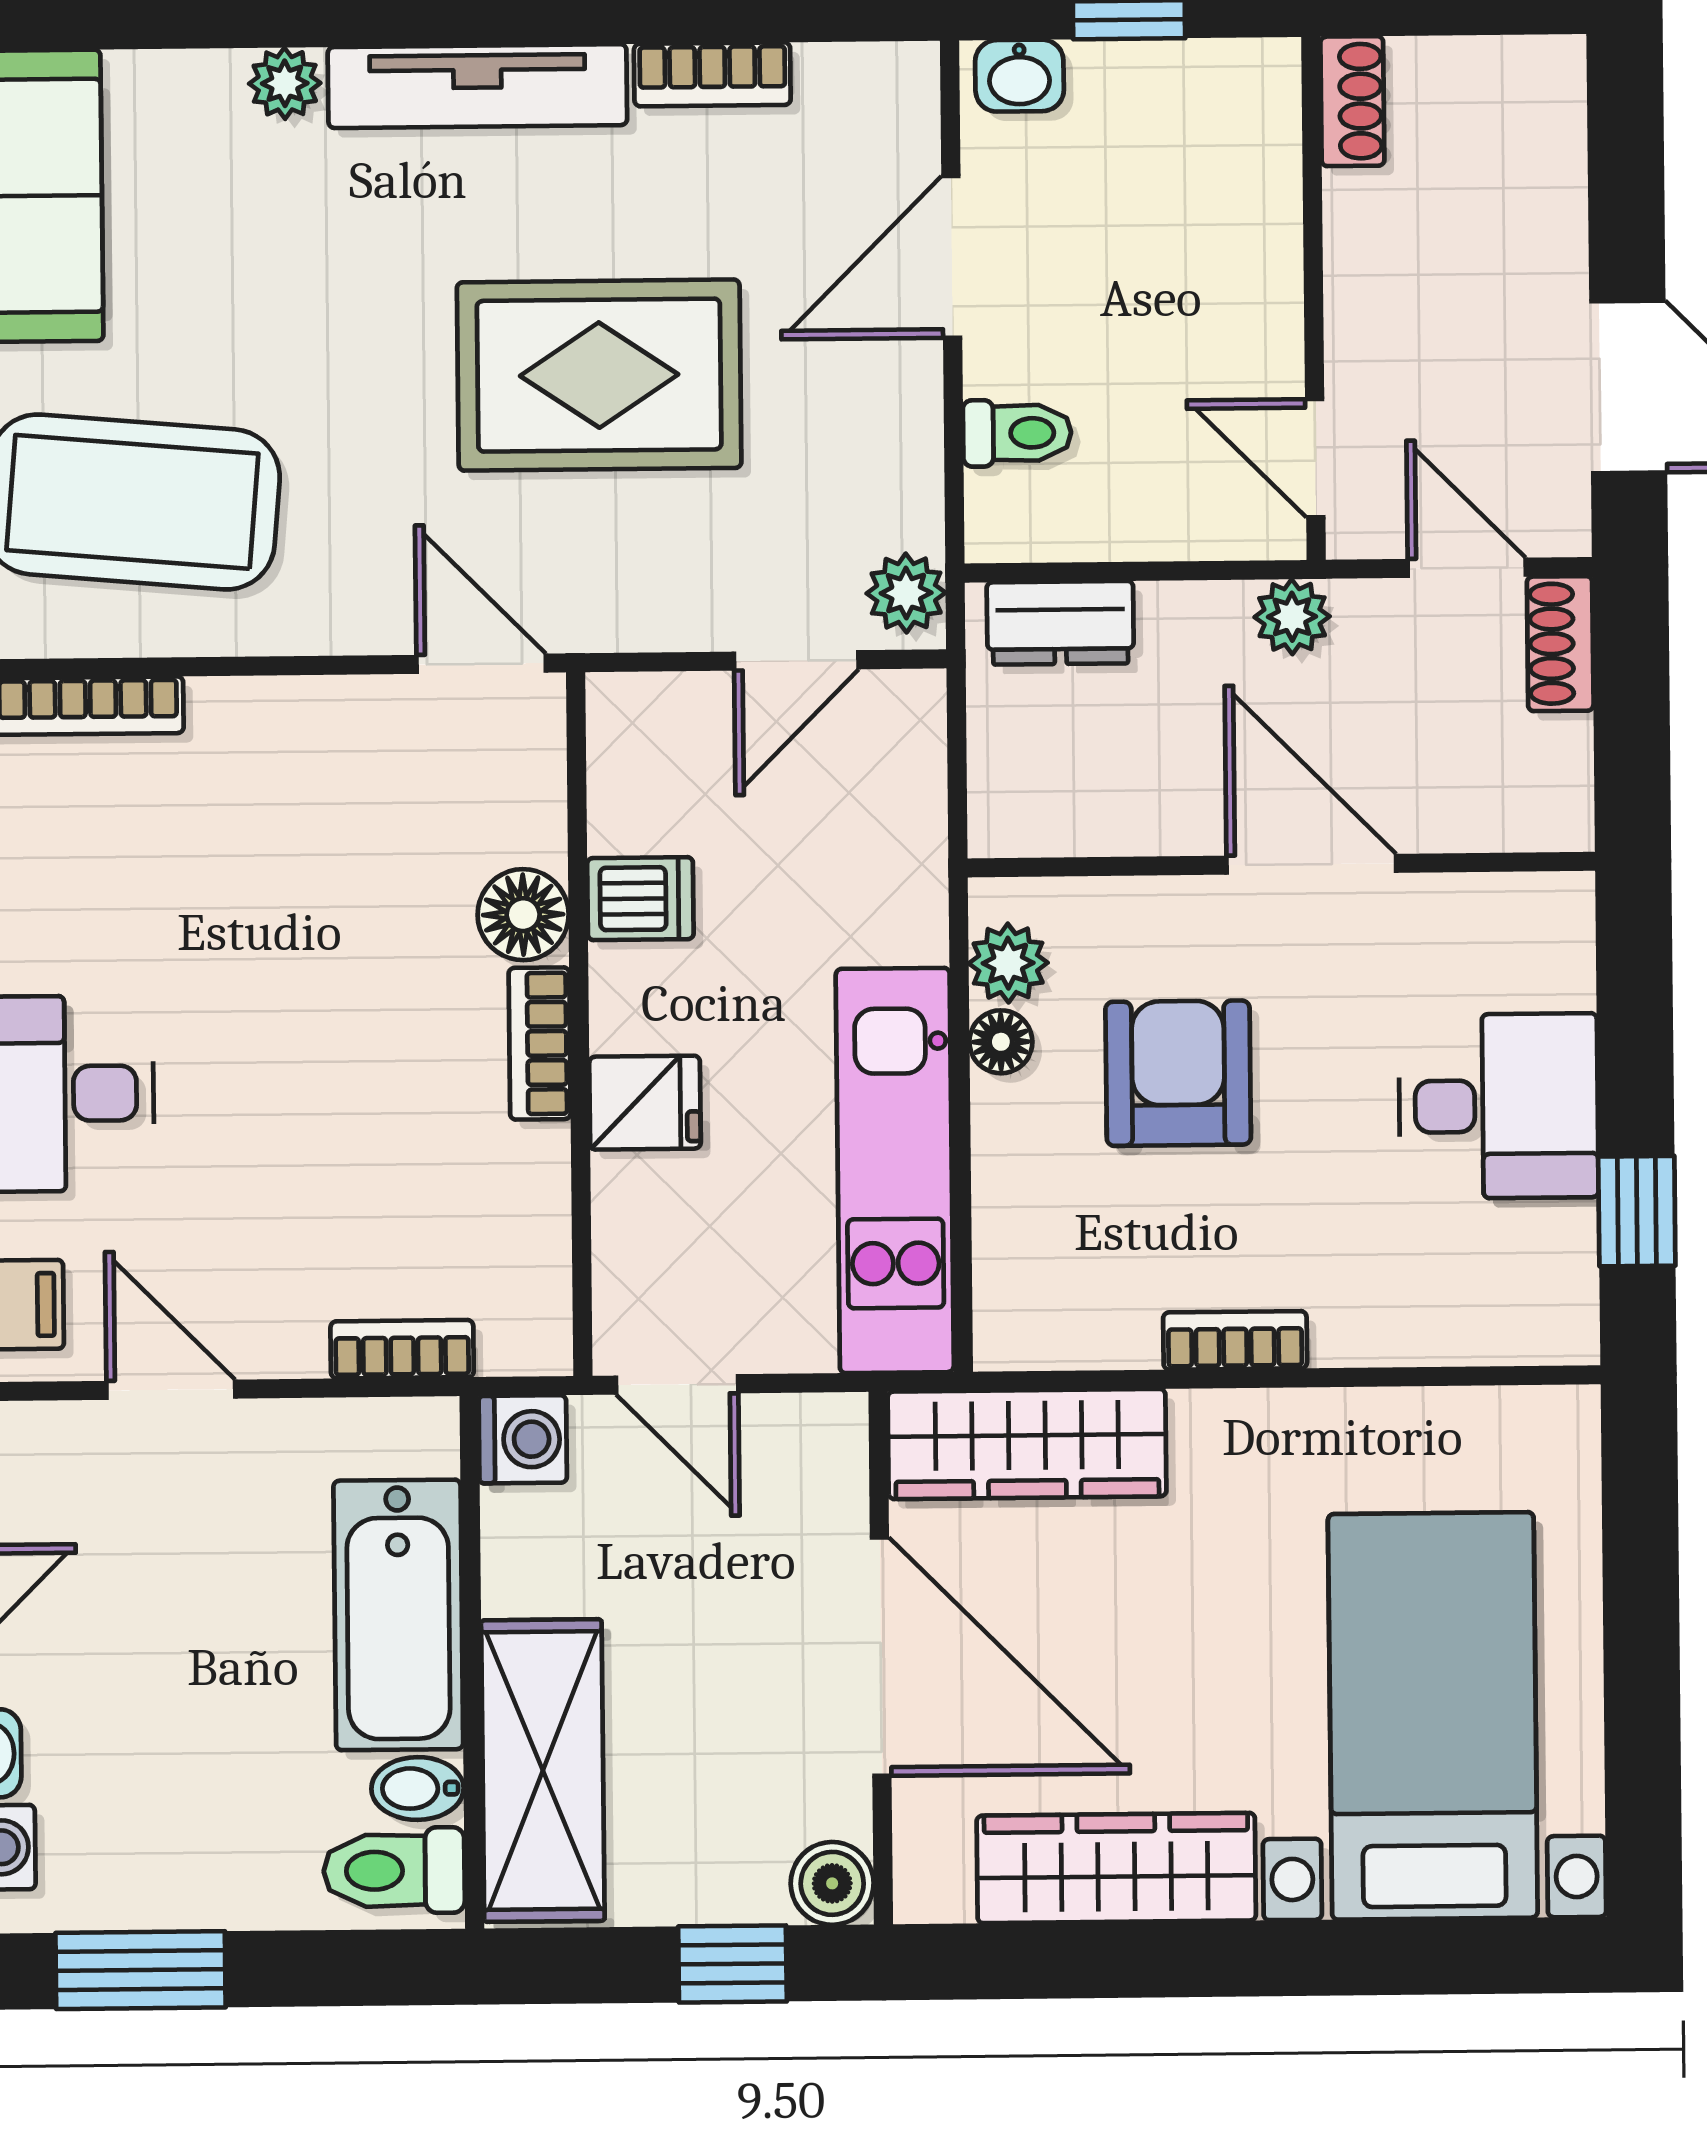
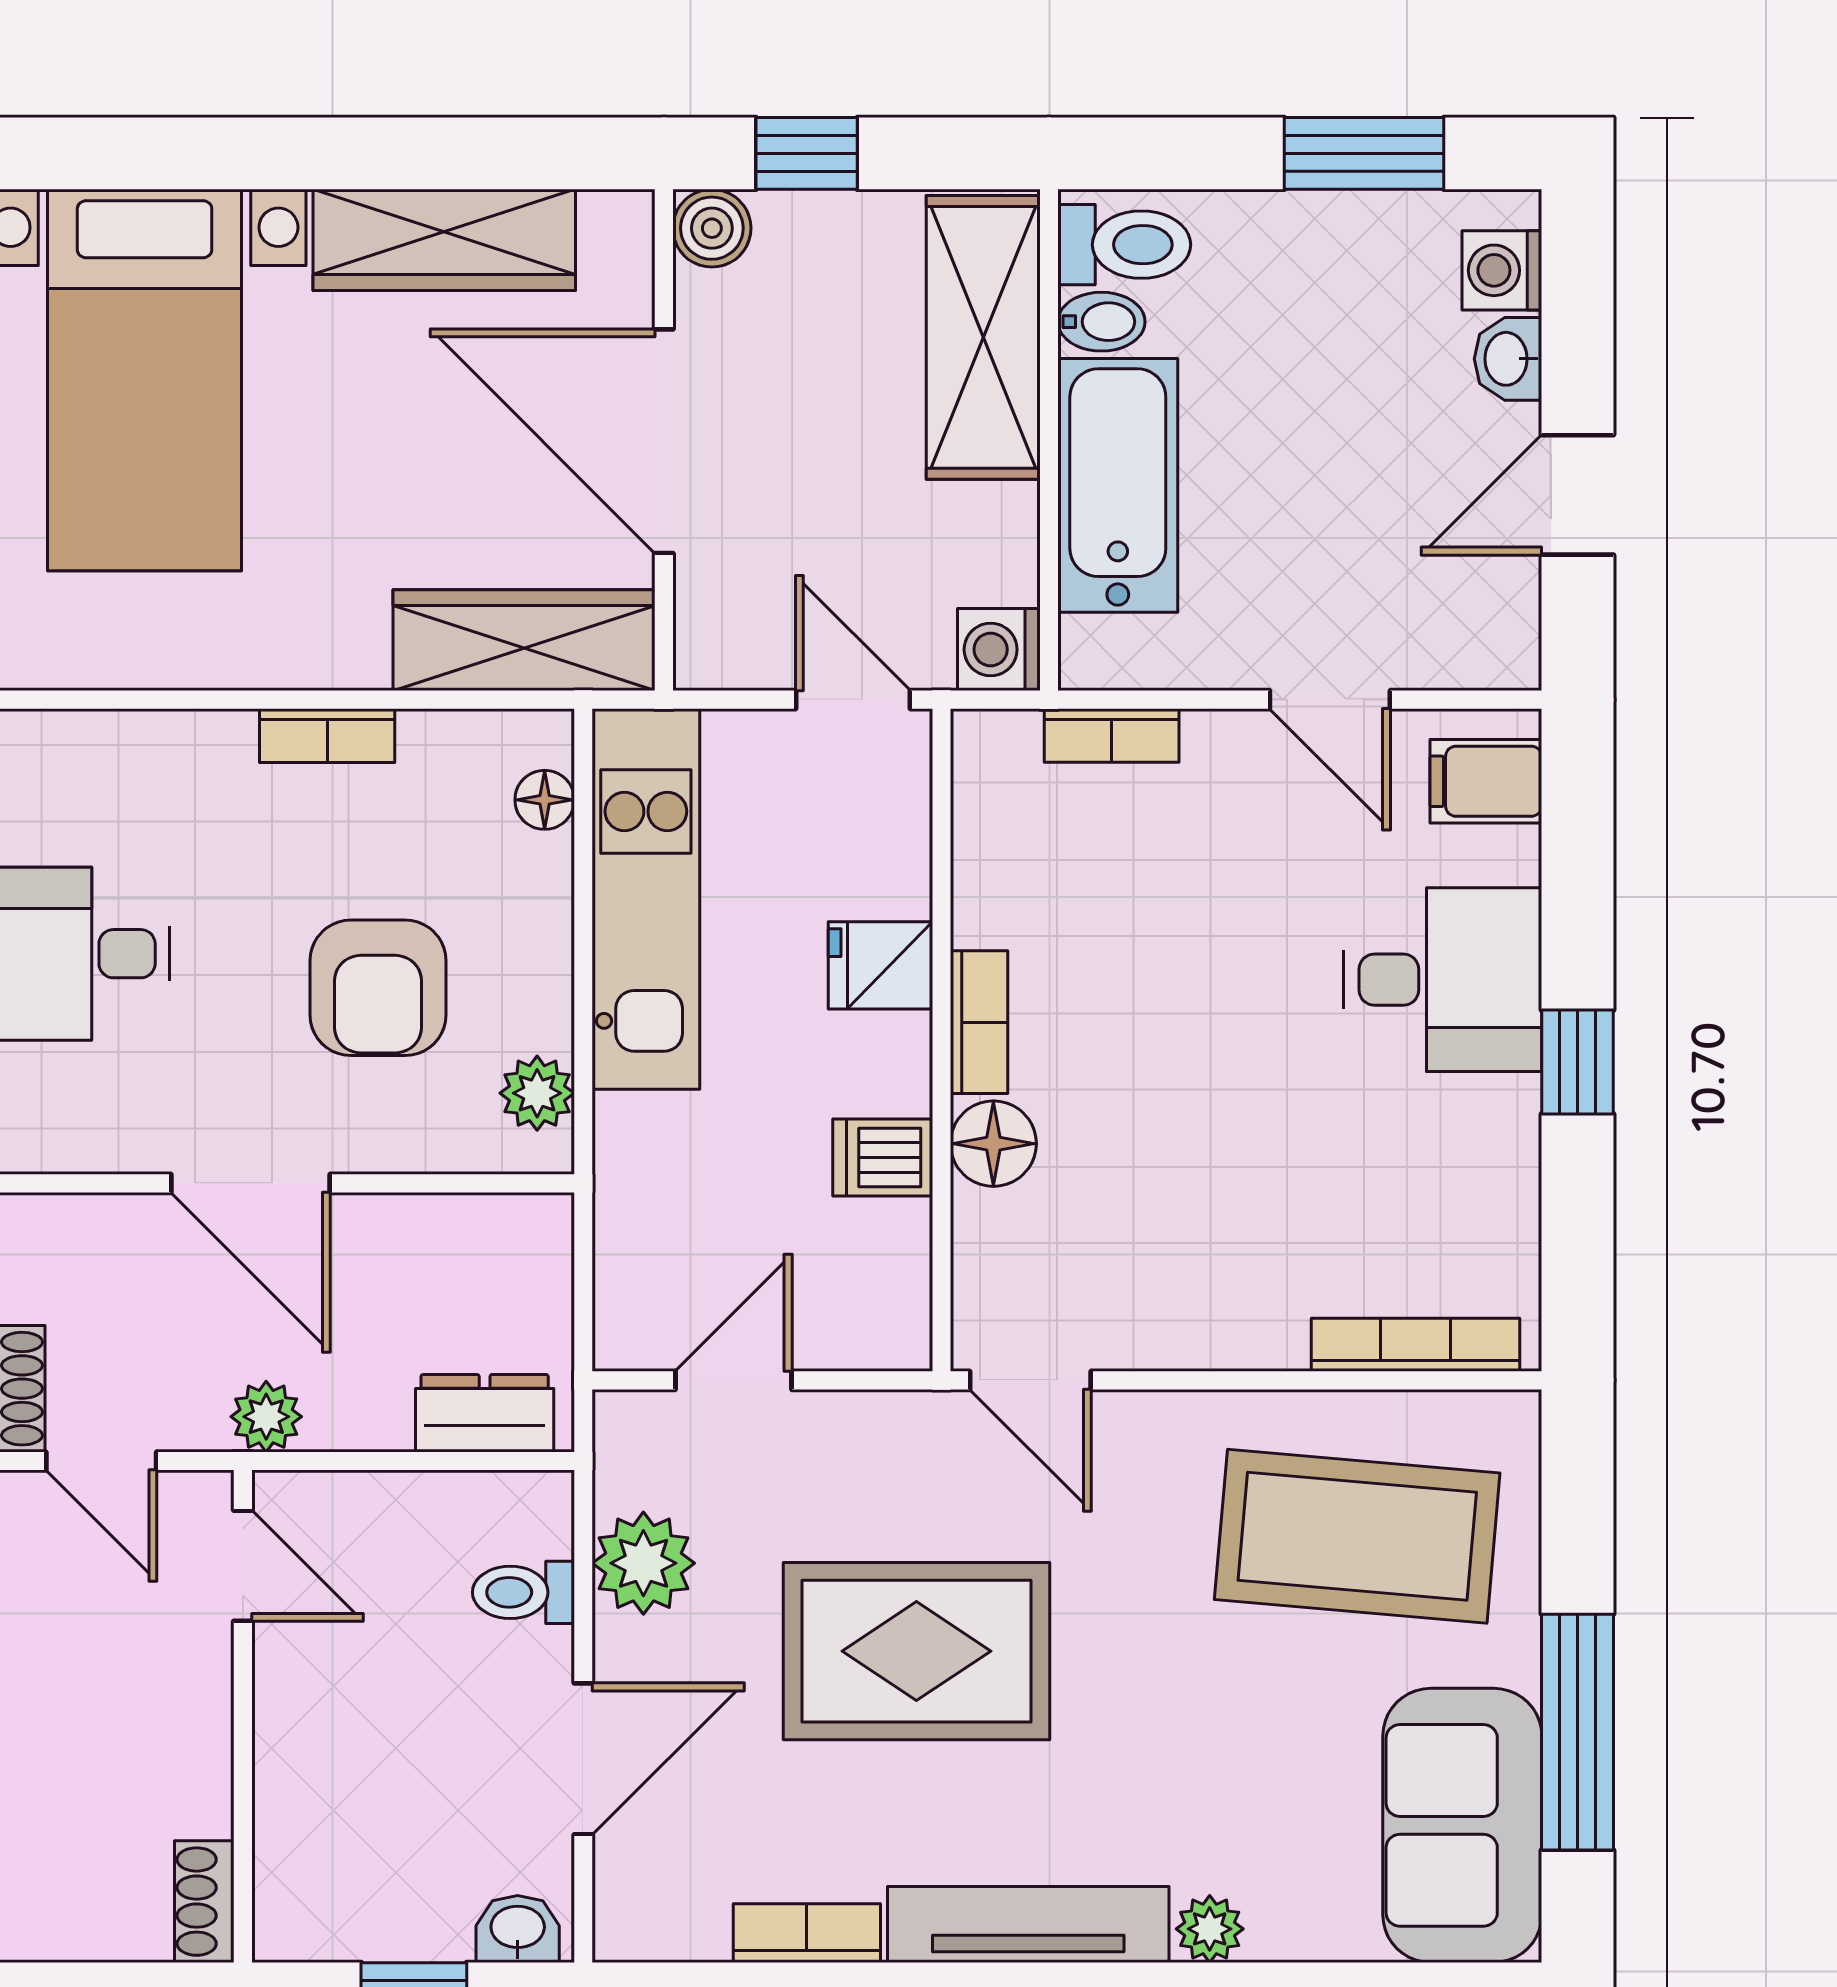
plant: (906, 593) -> (643, 1563), moved, width x1.38, depth x1.38
floor lamp: (1001, 1042) -> (545, 800), moved

